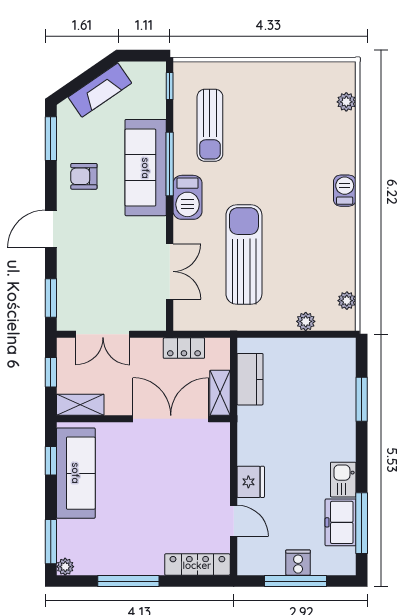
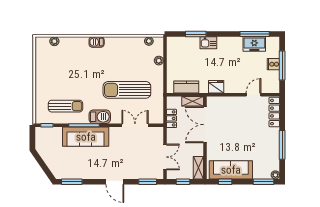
fireplace: (100, 90) -> (49, 158), removed
armchair: (84, 176) -> (90, 166), removed
kitchen sink: (343, 480) -> (208, 43), moved
fridge: (251, 482) -> (216, 87), moved

